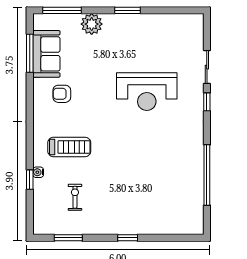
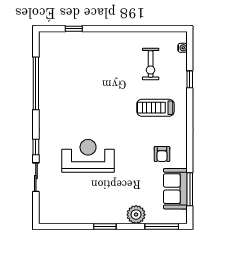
armchair: (62, 94) -> (162, 154), turned 90
water cooler: (38, 172) -> (183, 48), moved
exercise bike: (75, 197) -> (151, 64), width x1.38, depth x1.39
window: (68, 238) -> (156, 29), removed
window: (128, 238) -> (74, 29), moved

